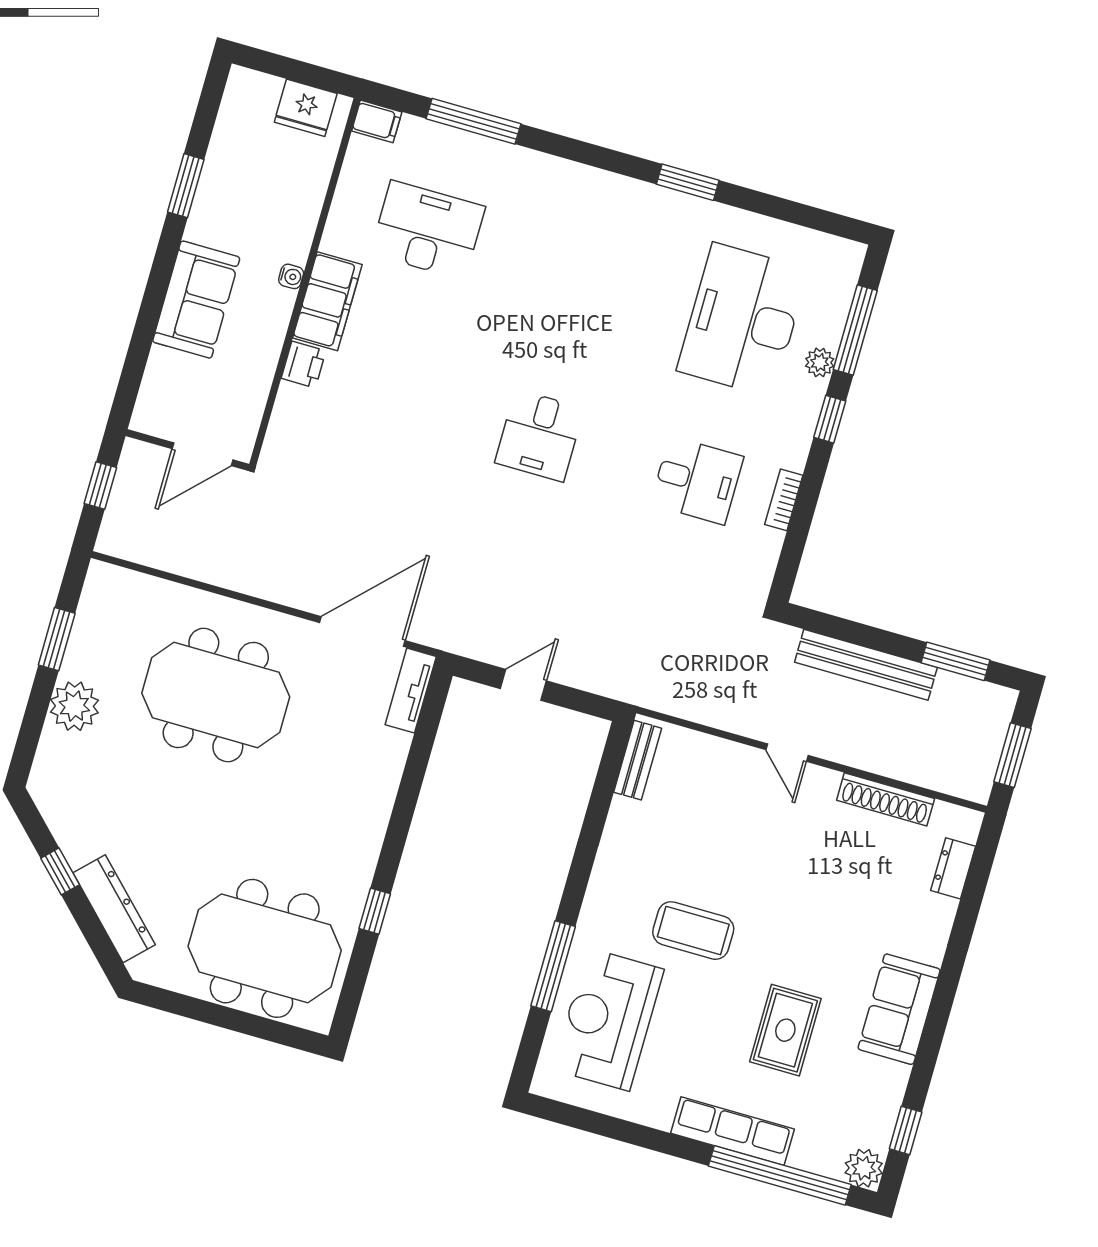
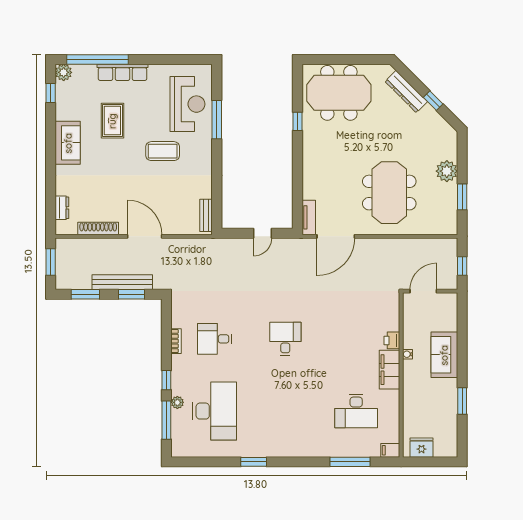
water cooler: (291, 276) -> (408, 354), moved
window: (853, 632) -> (131, 294), added
meeting table: (216, 695) -> (389, 193), turned 90
door: (787, 753) -> (145, 236), width x1.88

